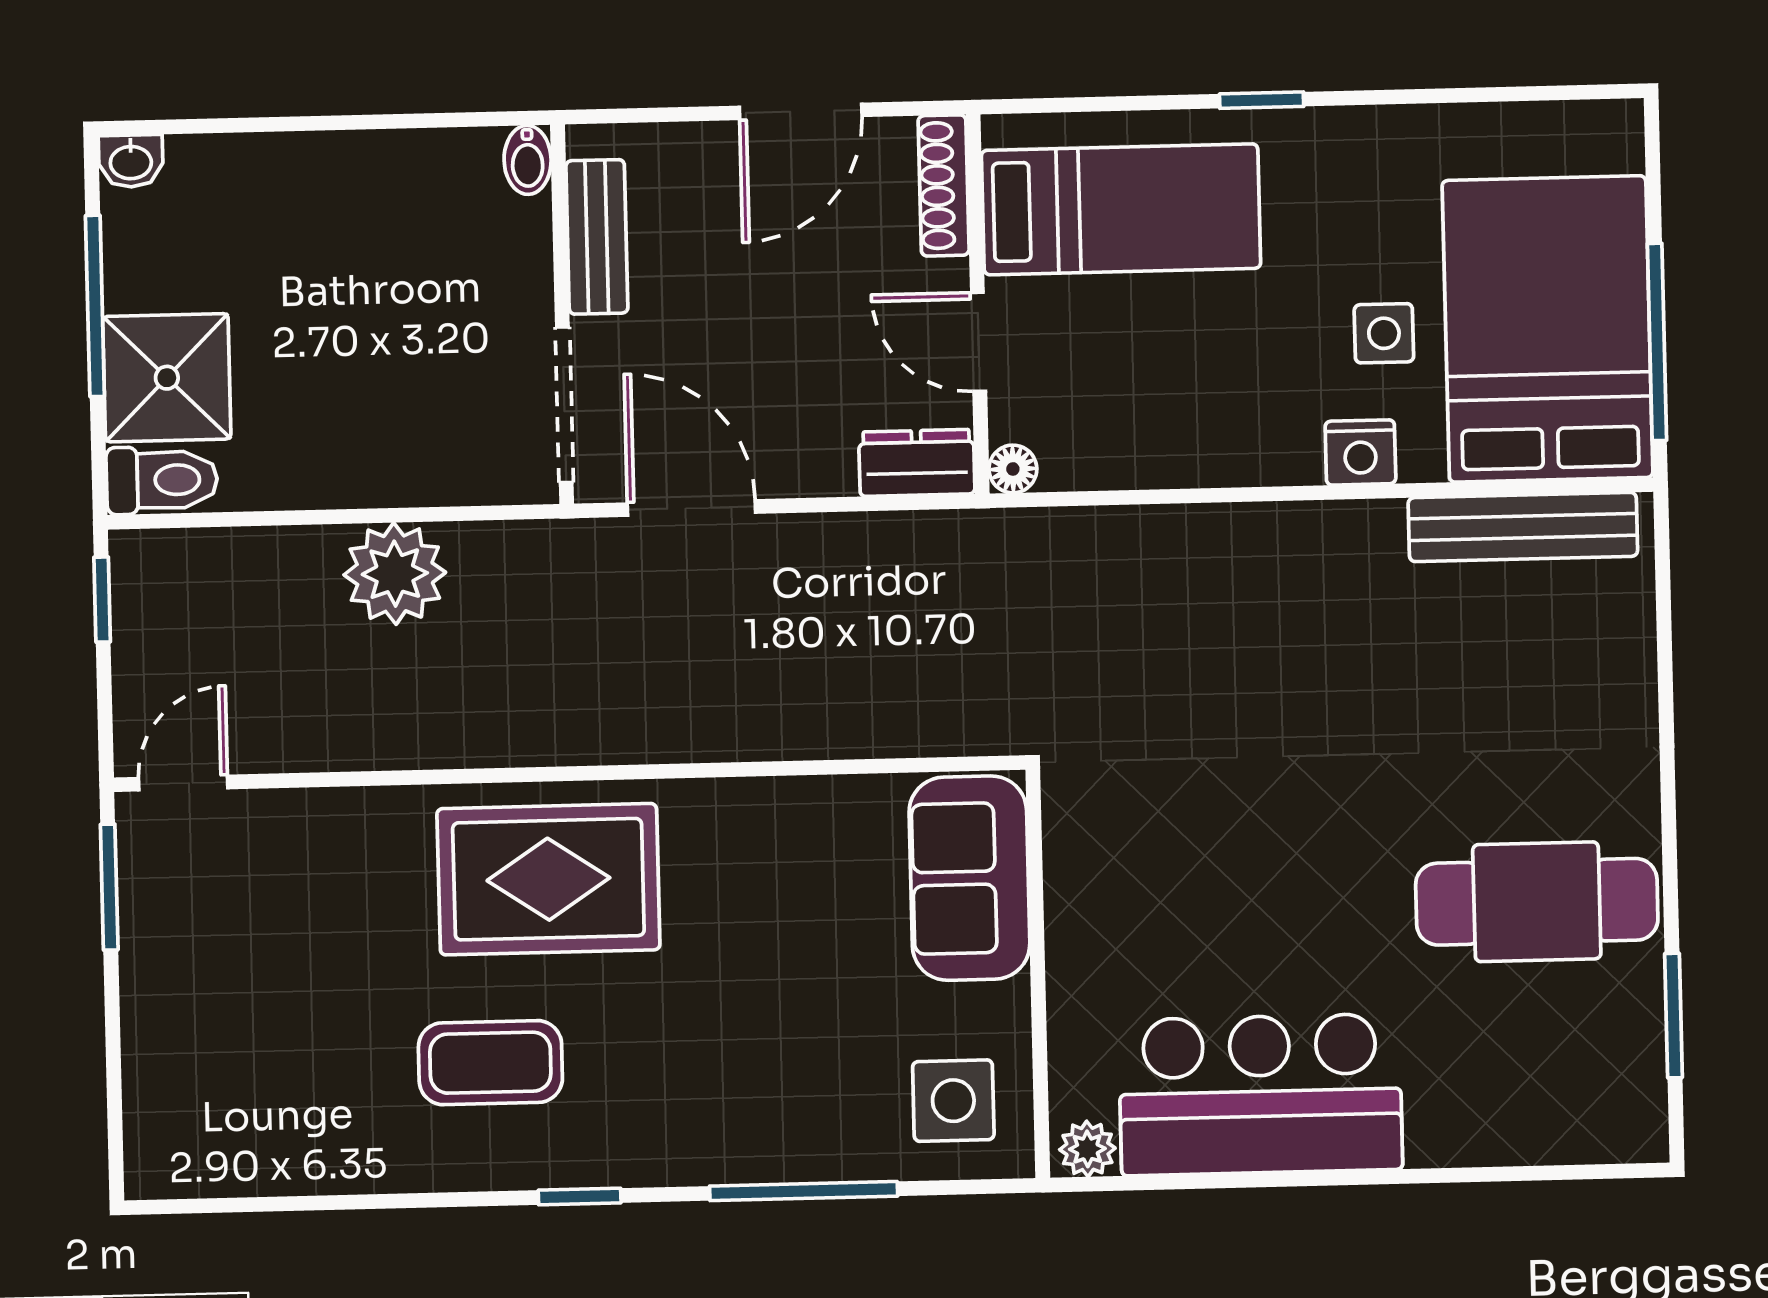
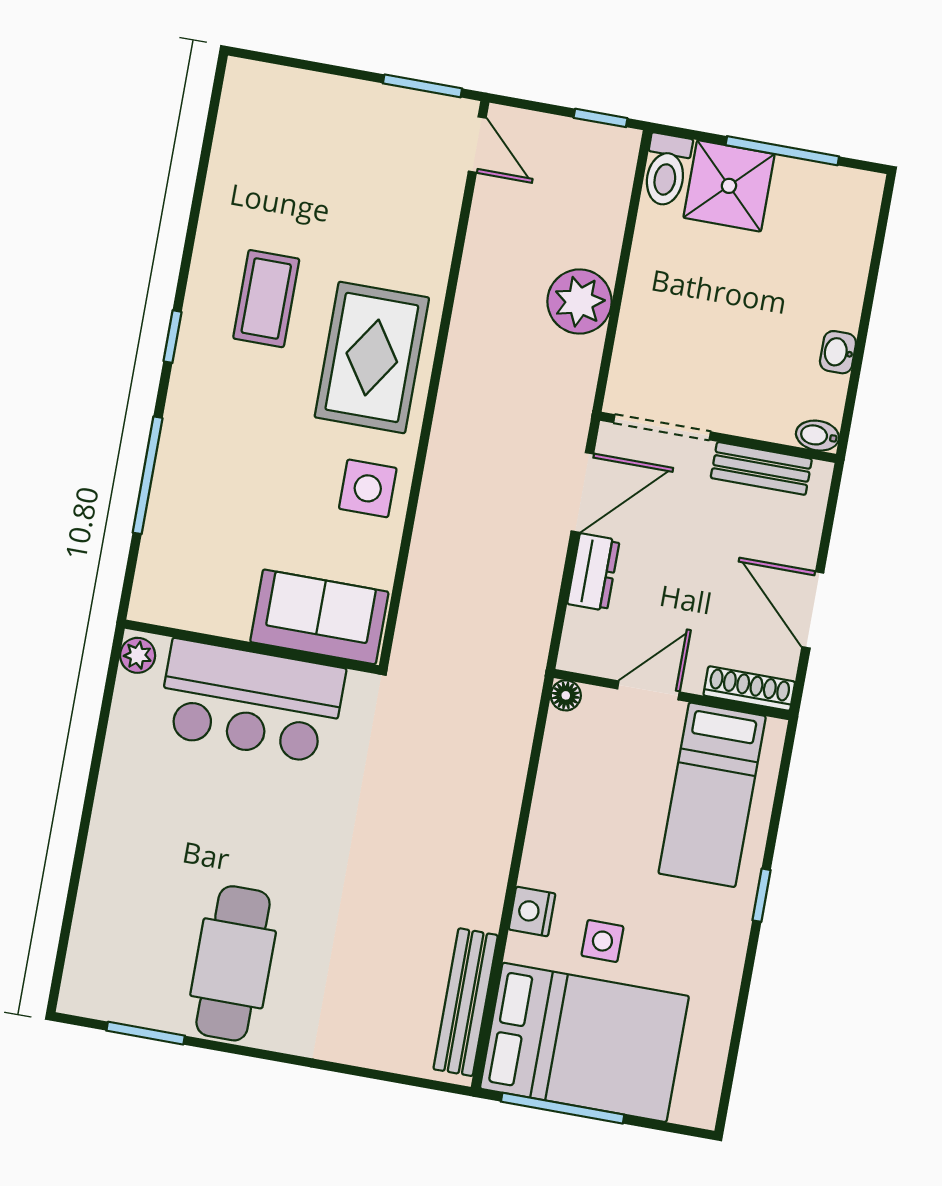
washbasin: (131, 161) -> (838, 352), moved
dresser: (917, 463) -> (593, 572), moved
bar counter: (1260, 1094) -> (251, 701), moved, turned 90
side table: (953, 1101) -> (368, 488), moved

